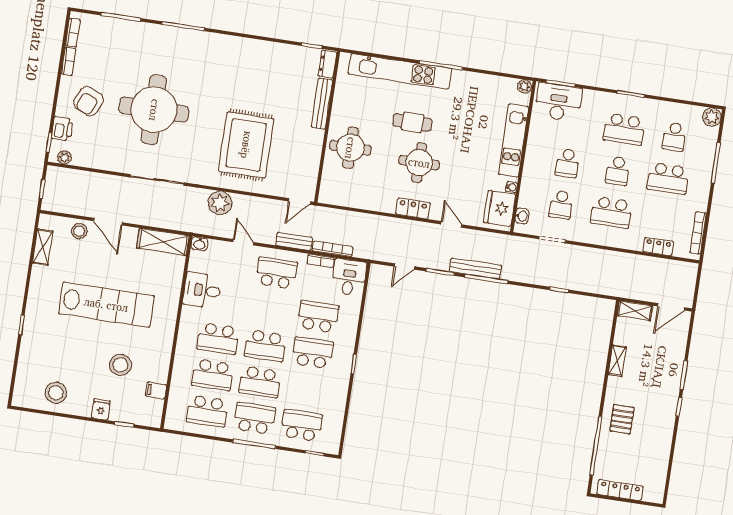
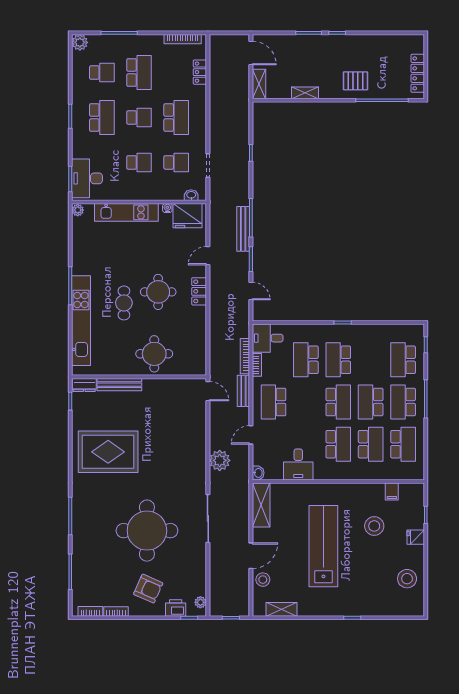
rug: (246, 145) -> (108, 452), moved
school desk: (260, 382) -> (371, 402), turned 180

